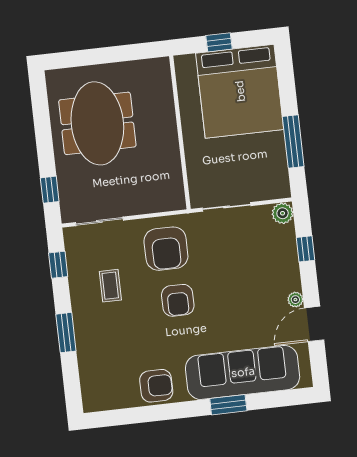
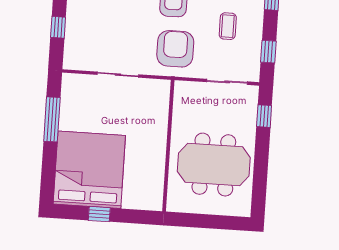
meeting table: (97, 123) -> (214, 165), turned 90
wall: (180, 133) -> (168, 146), moved
plant: (283, 213) -> (72, 61), removed

